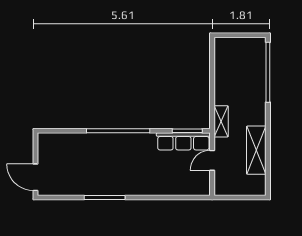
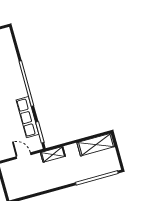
row of seats: (183, 141) -> (28, 117), moved
shelving: (256, 150) -> (96, 145), moved

